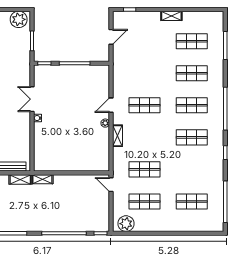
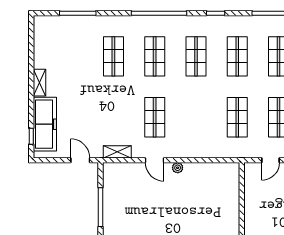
freezer: (139, 20) -> (45, 124), added
door: (111, 37) -> (80, 160), moved
shop shelf: (192, 41) -> (237, 56), moved
shelving: (118, 136) -> (117, 152), moved
door: (111, 185) -> (270, 160), moved

